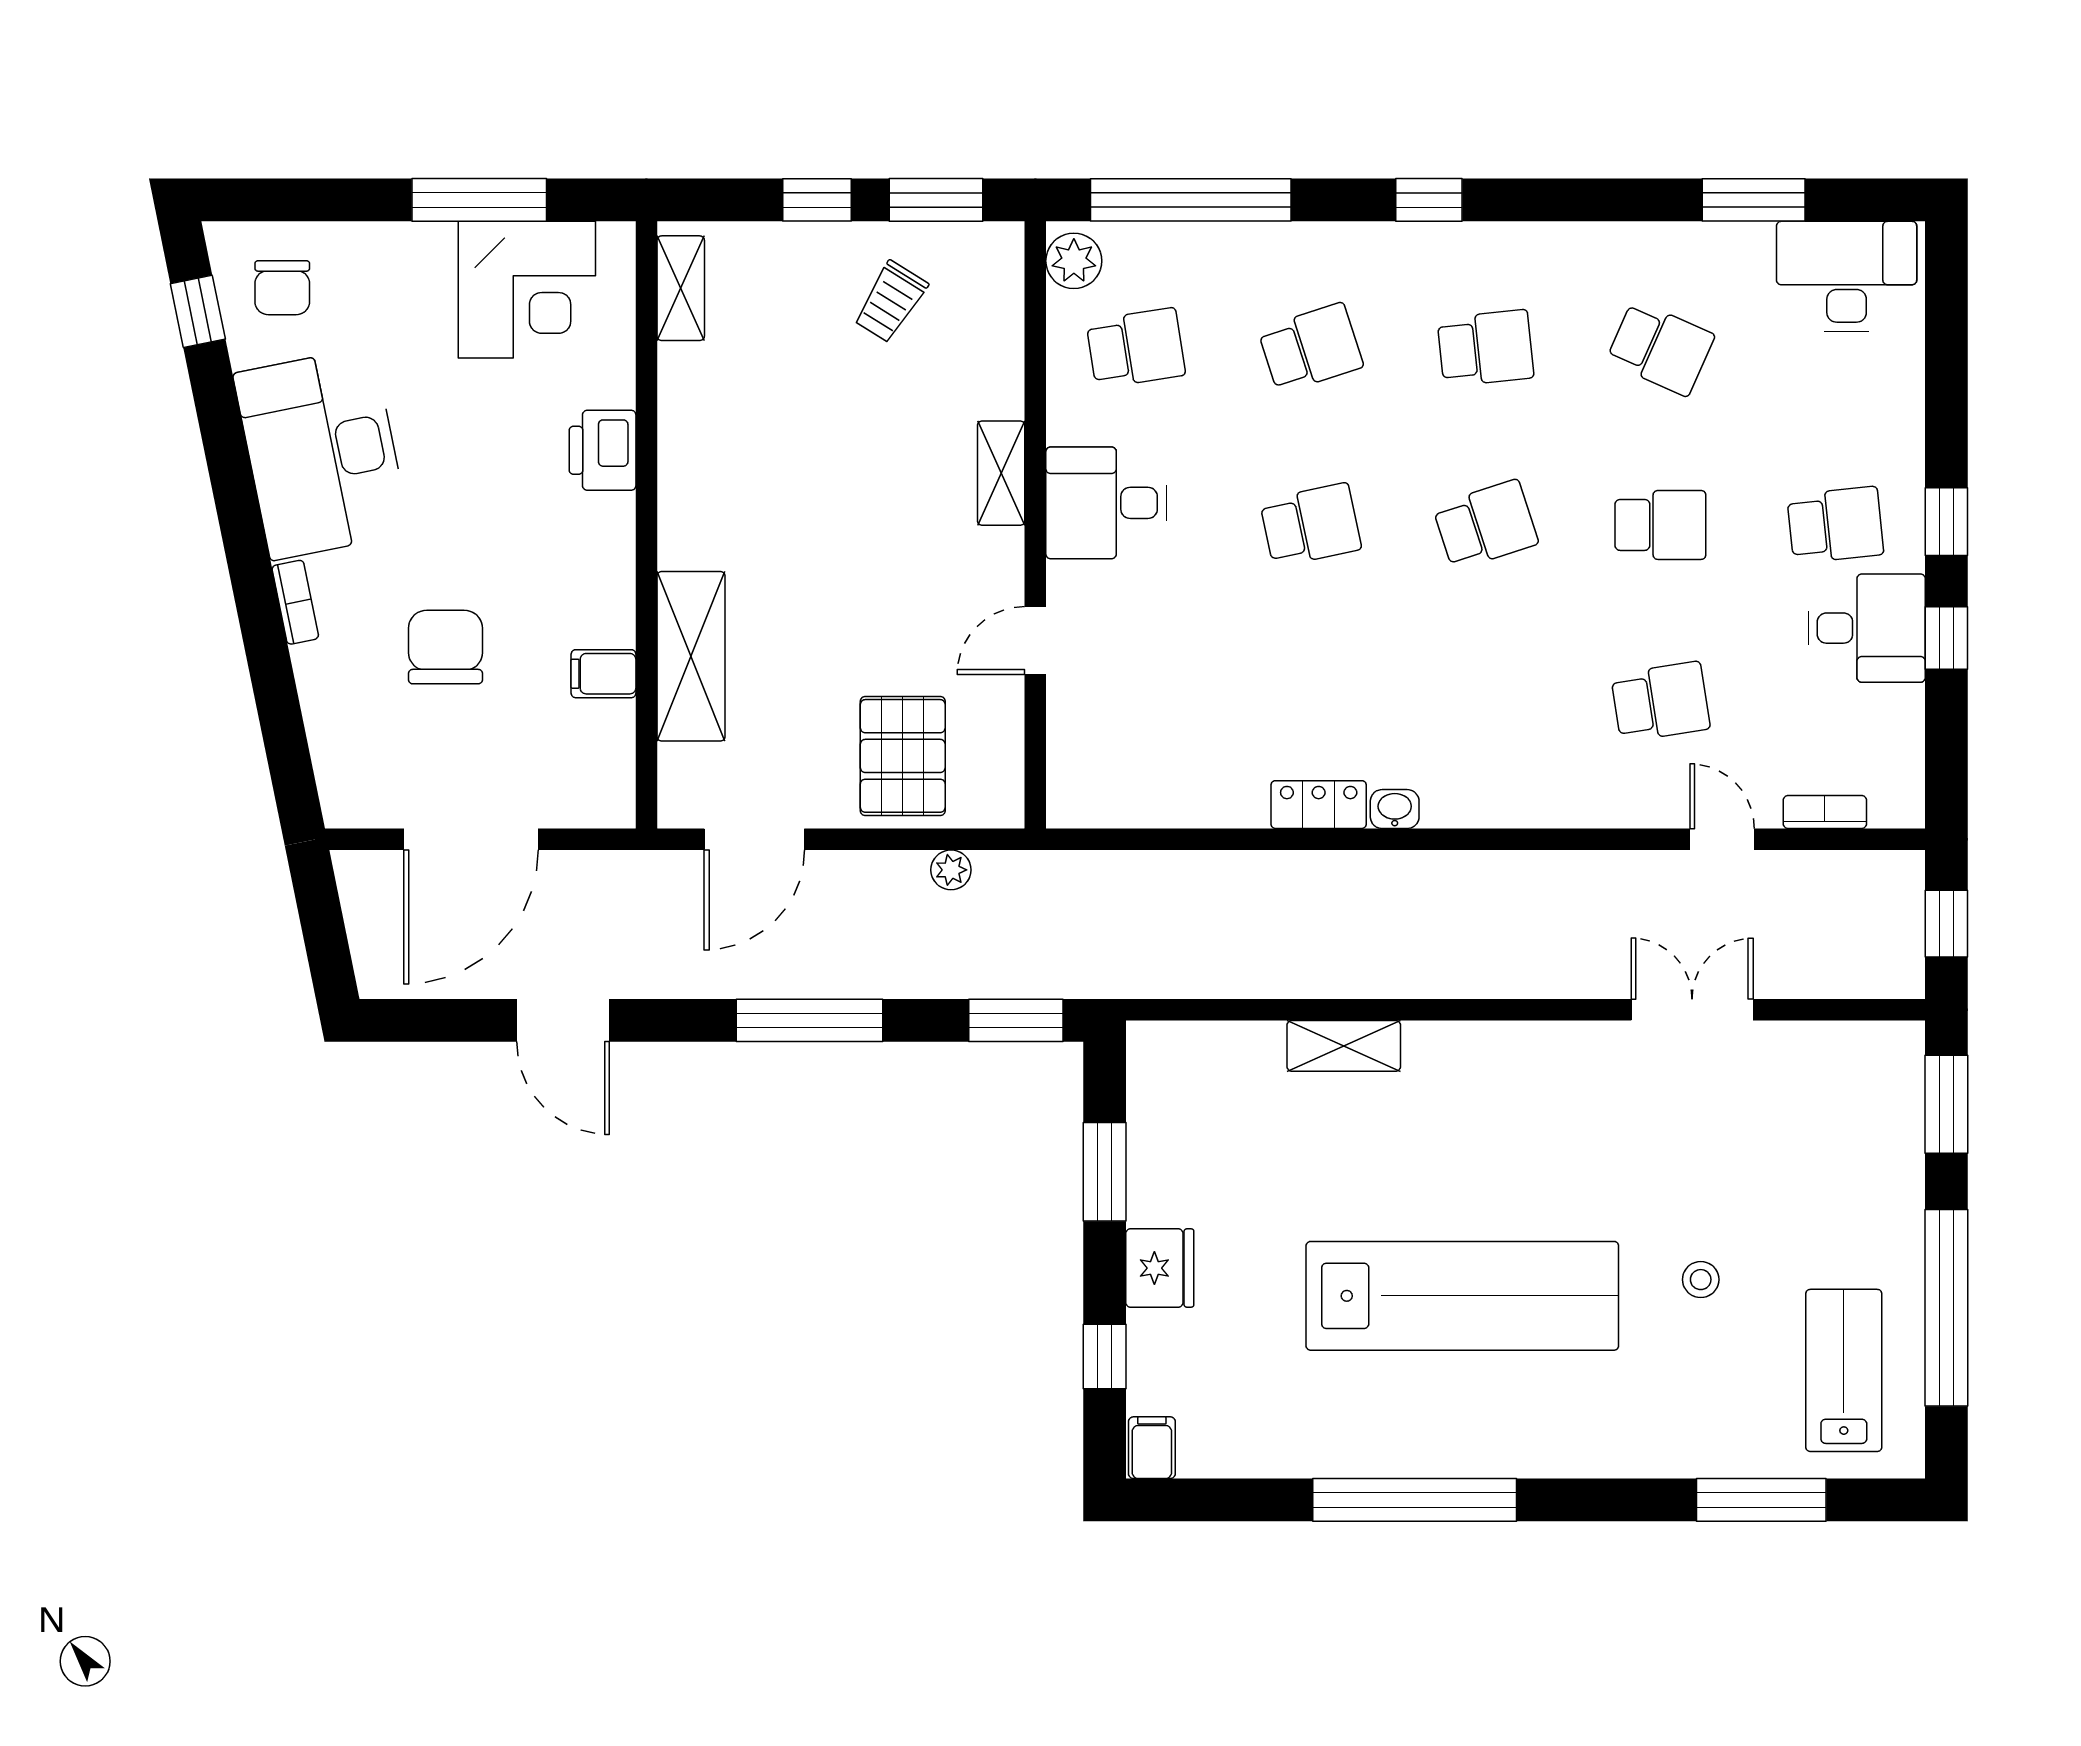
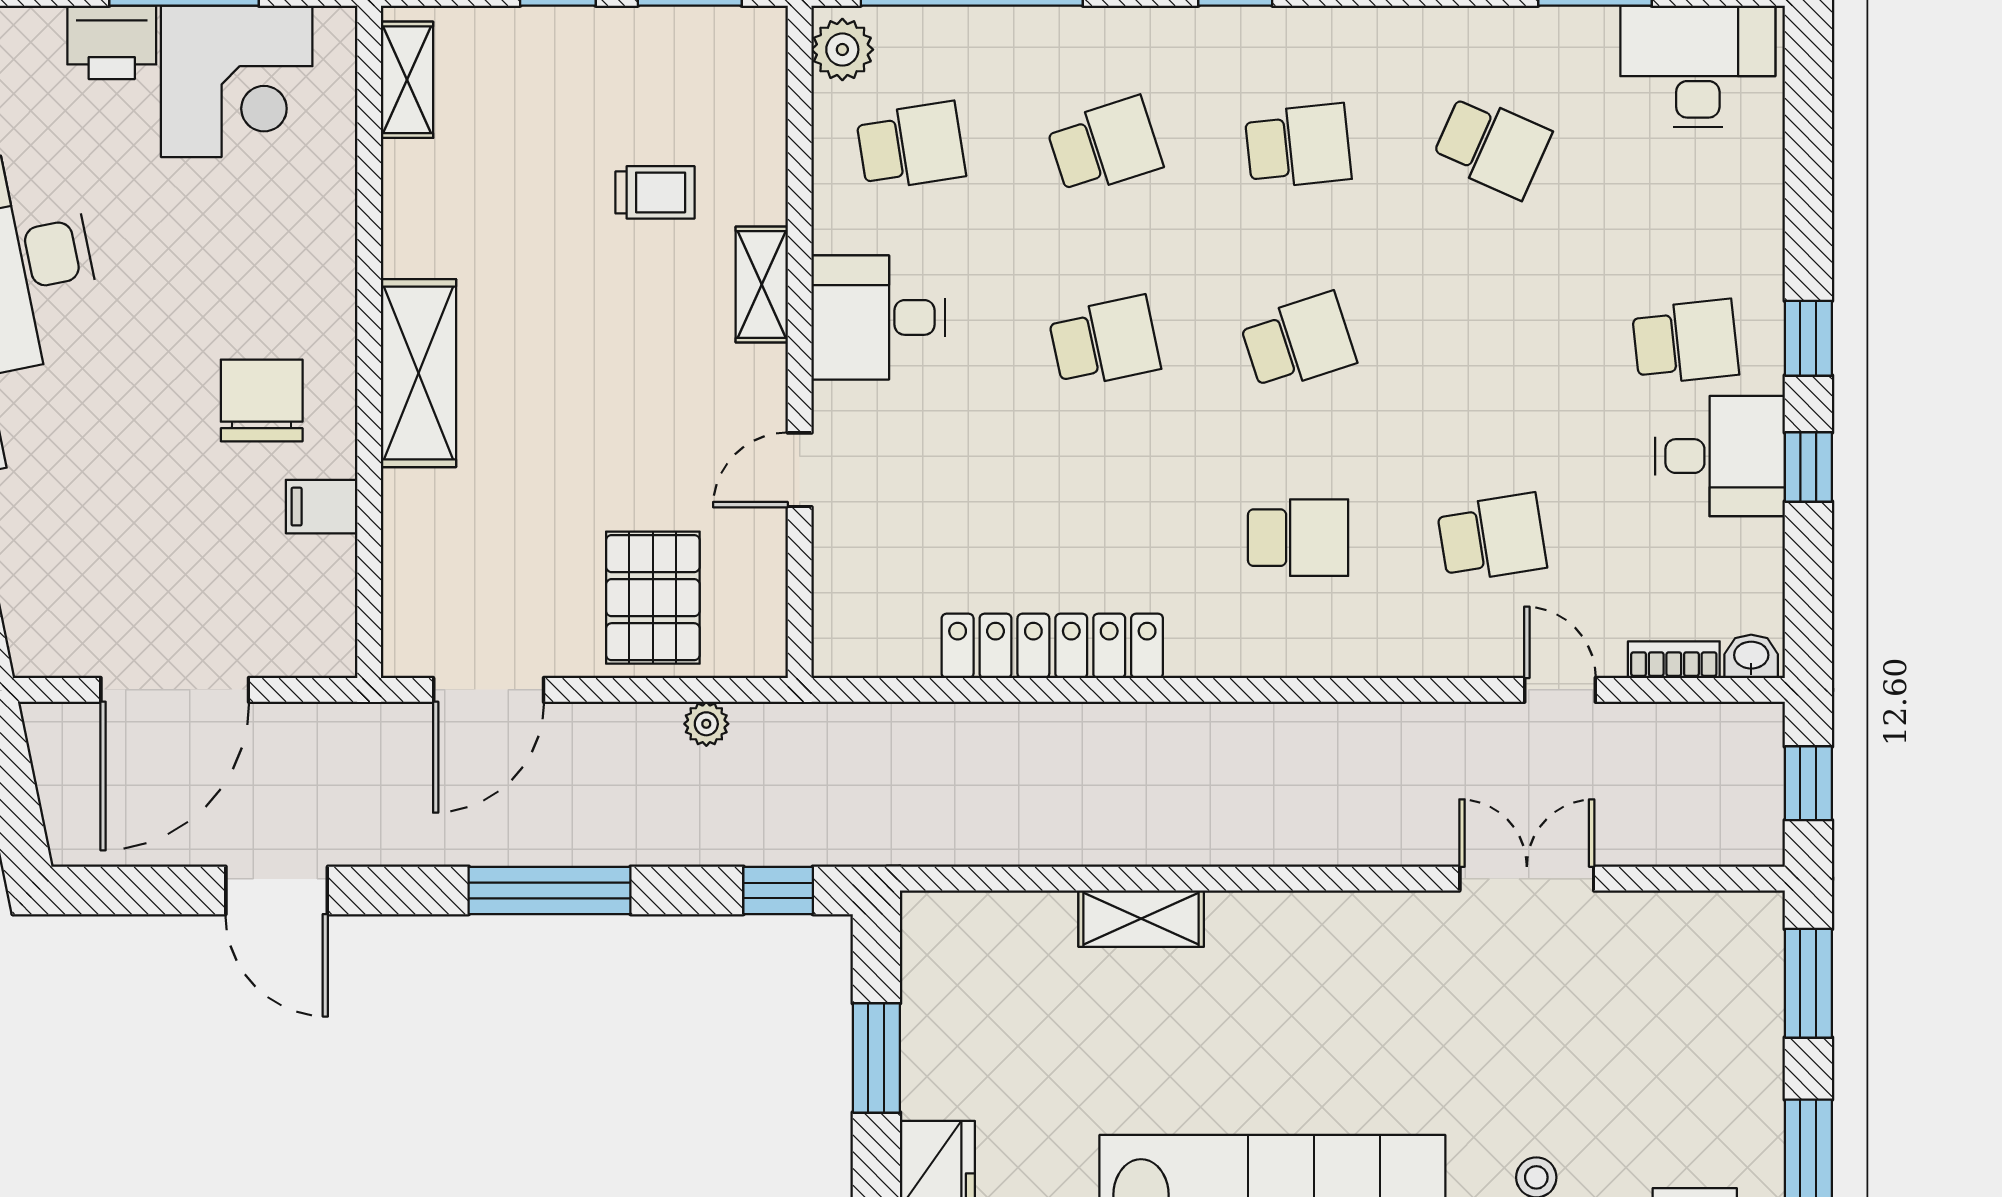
trolley: (891, 302) -> (655, 192), moved, turned -122
printer: (603, 450) -> (112, 42), moved, turned -90
school desk: (1660, 525) -> (1298, 538), moved
chair: (445, 647) -> (262, 400), moved
shelving: (691, 656) -> (418, 373), moved
locker: (1319, 805) -> (1052, 646), width x2.16, depth x1.21
washbasin: (1395, 809) -> (1751, 656), moved
window: (1016, 1020) -> (778, 890), width x0.67

